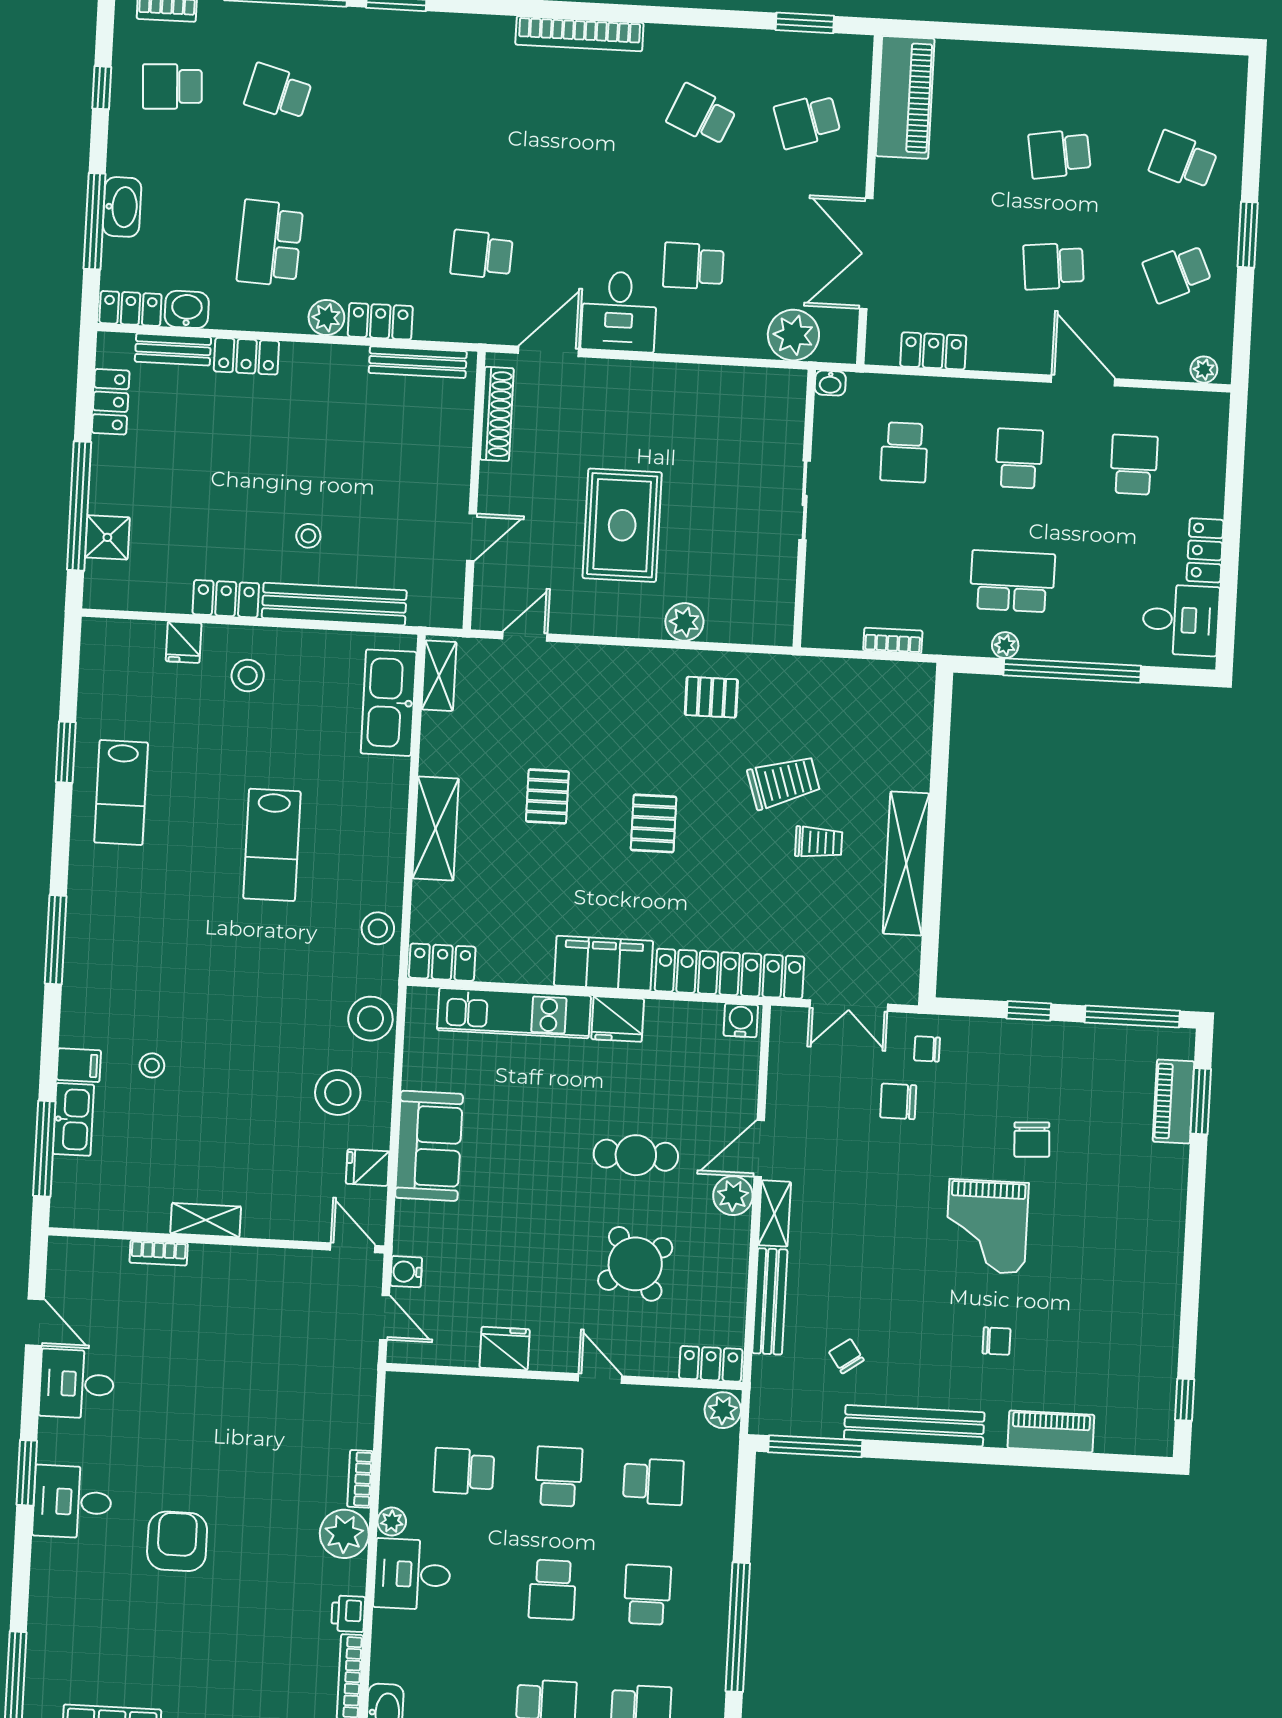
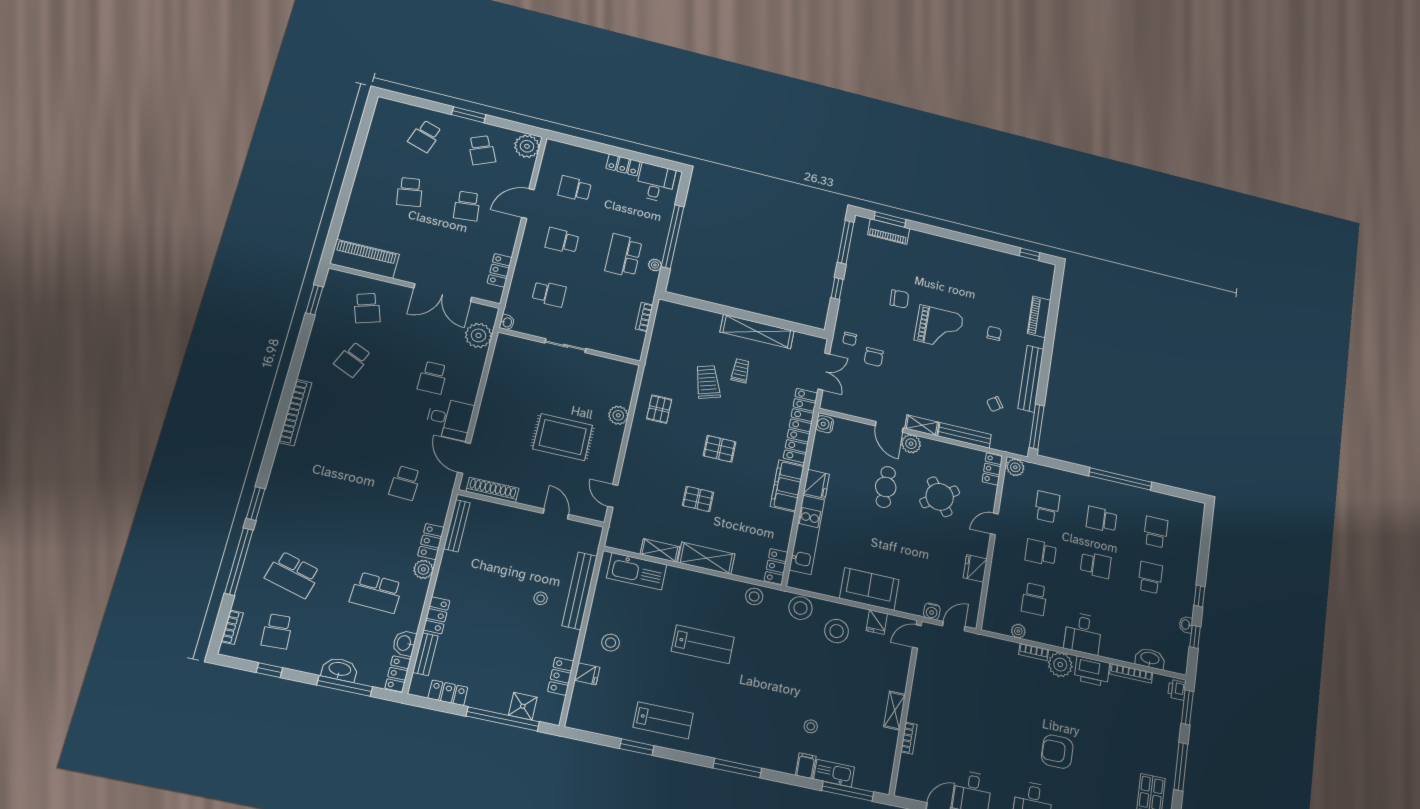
school desk: (278, 92) -> (293, 575), width x1.85
plant: (1204, 370) -> (527, 146), width x1.87, depth x1.87
locker: (226, 599) -> (561, 676), moved
shelving: (439, 676) -> (660, 550), moved
plant: (392, 1522) -> (1018, 631), moved
printer: (348, 1614) -> (1092, 671), width x1.87, depth x1.48

